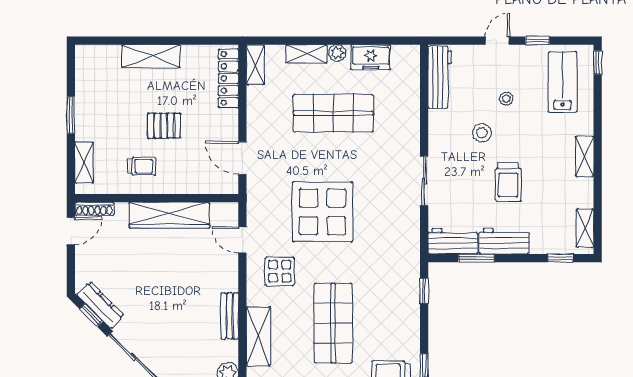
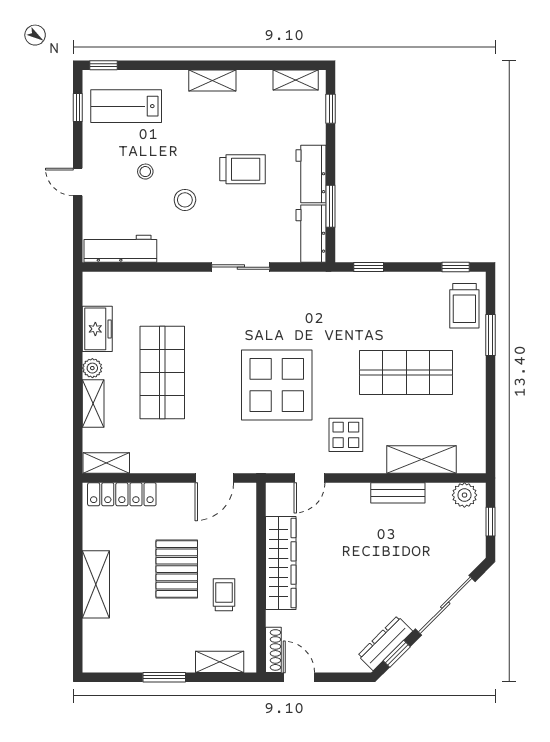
window: (537, 41) -> (78, 108), moved
pallet: (164, 126) -> (177, 569), width x1.50, depth x1.42

